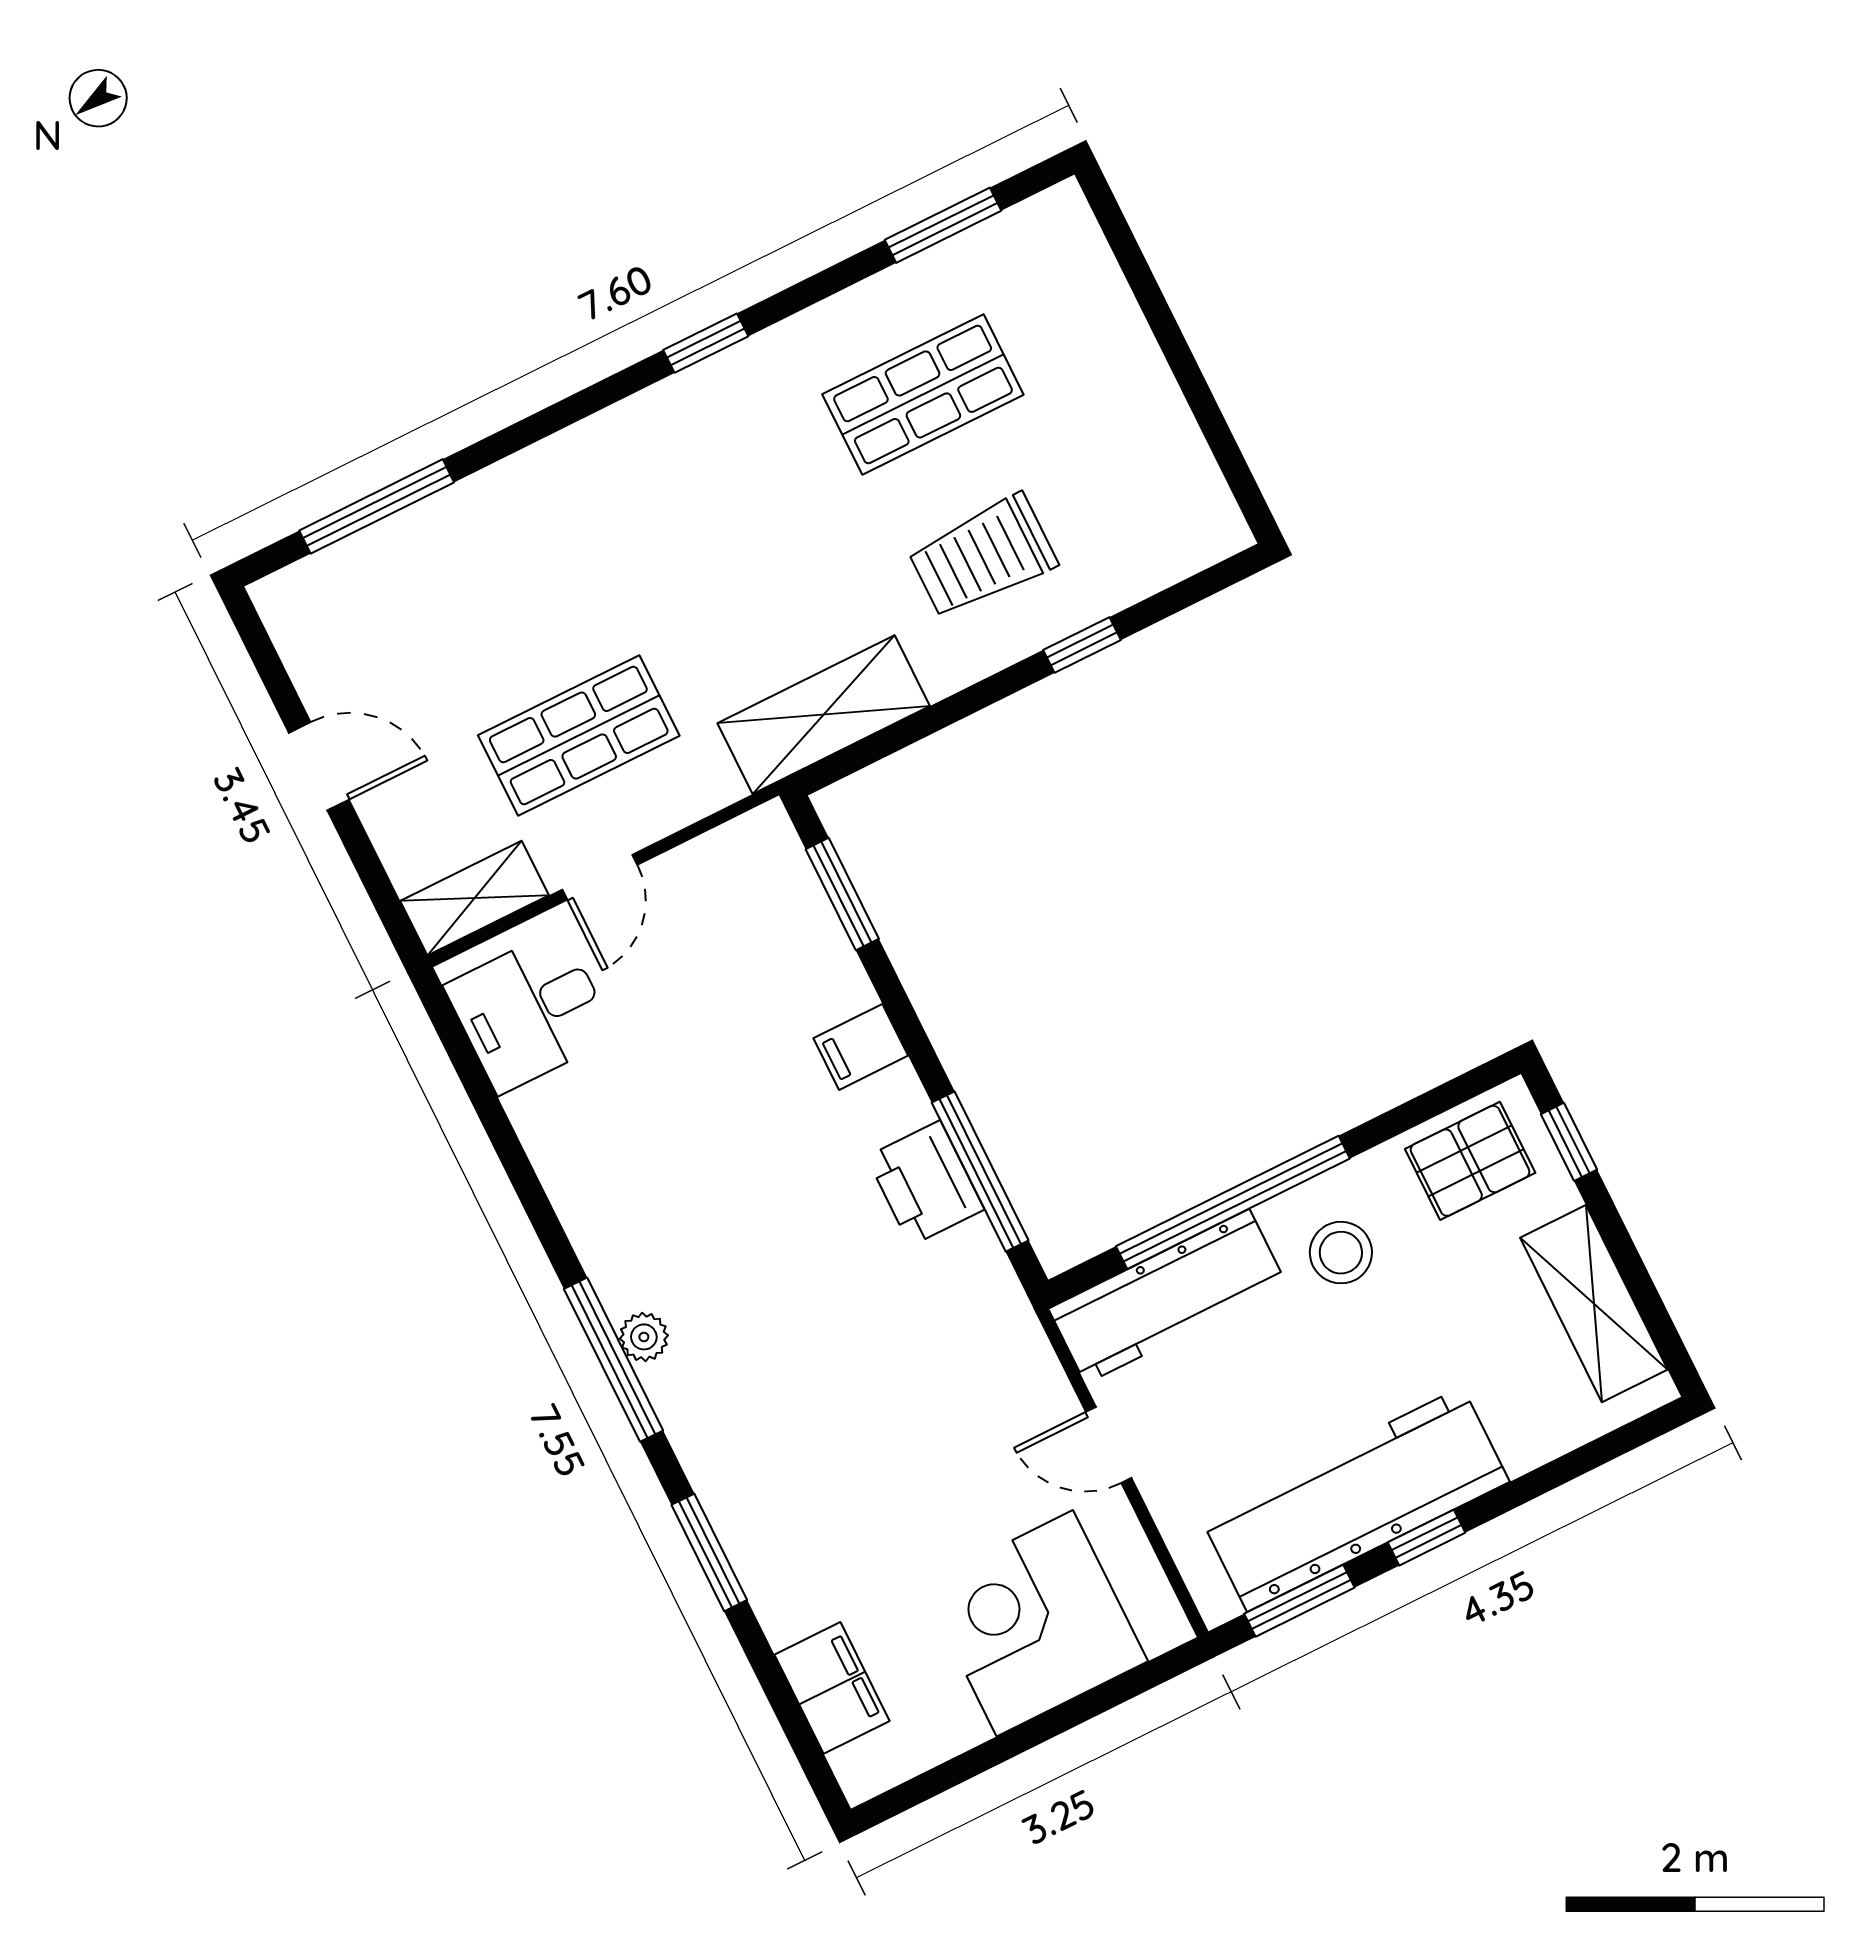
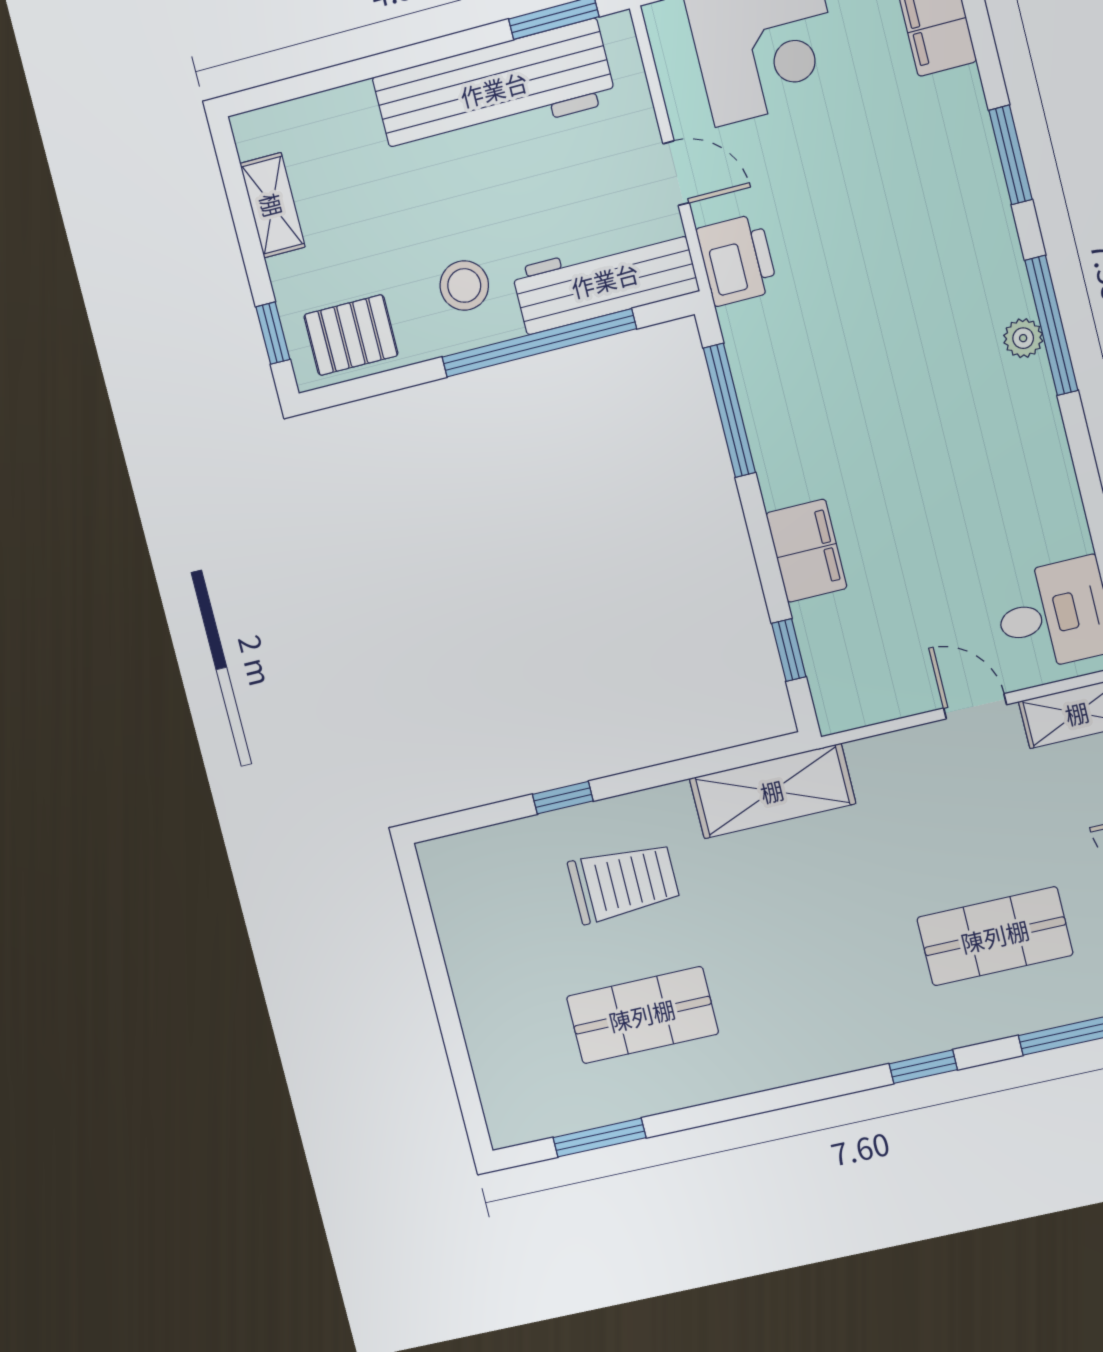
window: (706, 343) -> (923, 1067), moved
shop shelf: (579, 736) -> (995, 936), moved
door: (600, 877) -> (975, 706), hinge flipped
window: (842, 894) -> (789, 650), width x0.67
filing cabinet: (861, 1047) -> (806, 551), width x2.00
printer: (925, 1183) -> (737, 260), moved
shelving: (1594, 1304) -> (272, 205), width x0.67, depth x0.75
window: (1426, 1538) -> (445, 47), removed

